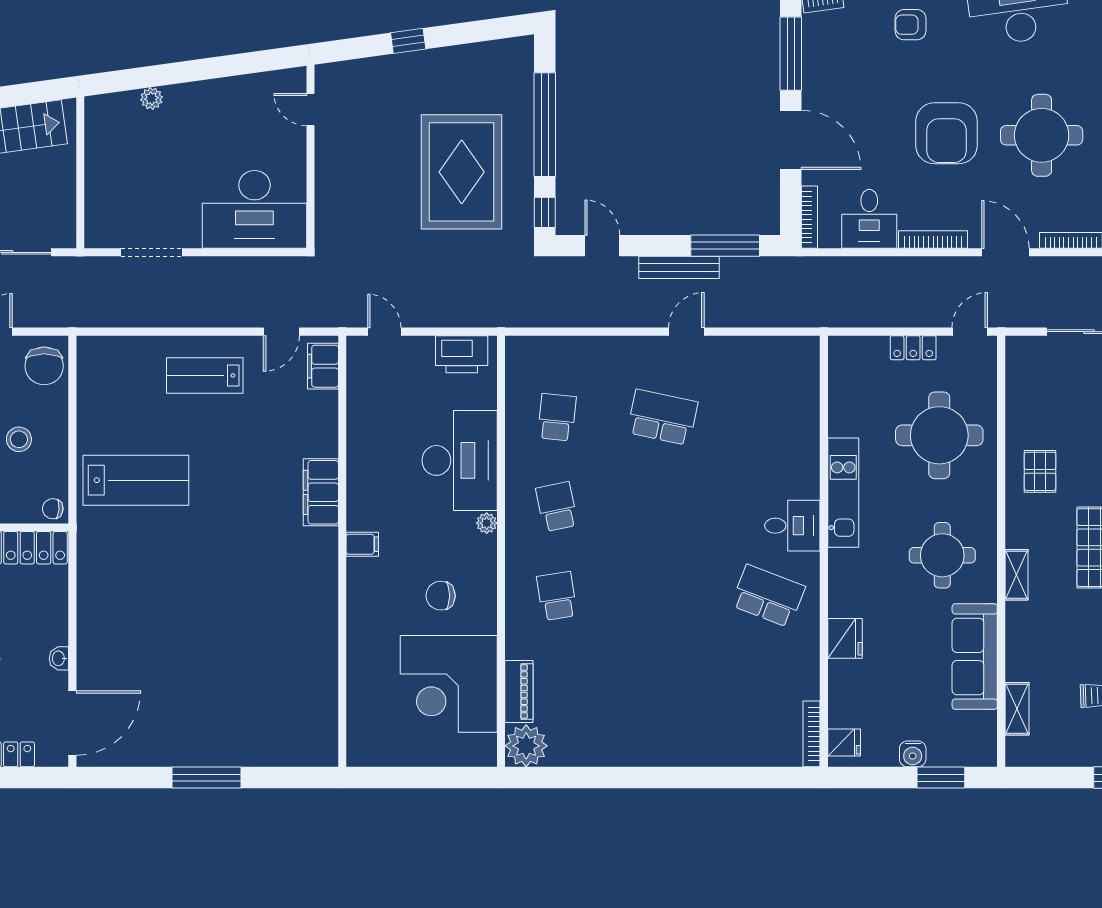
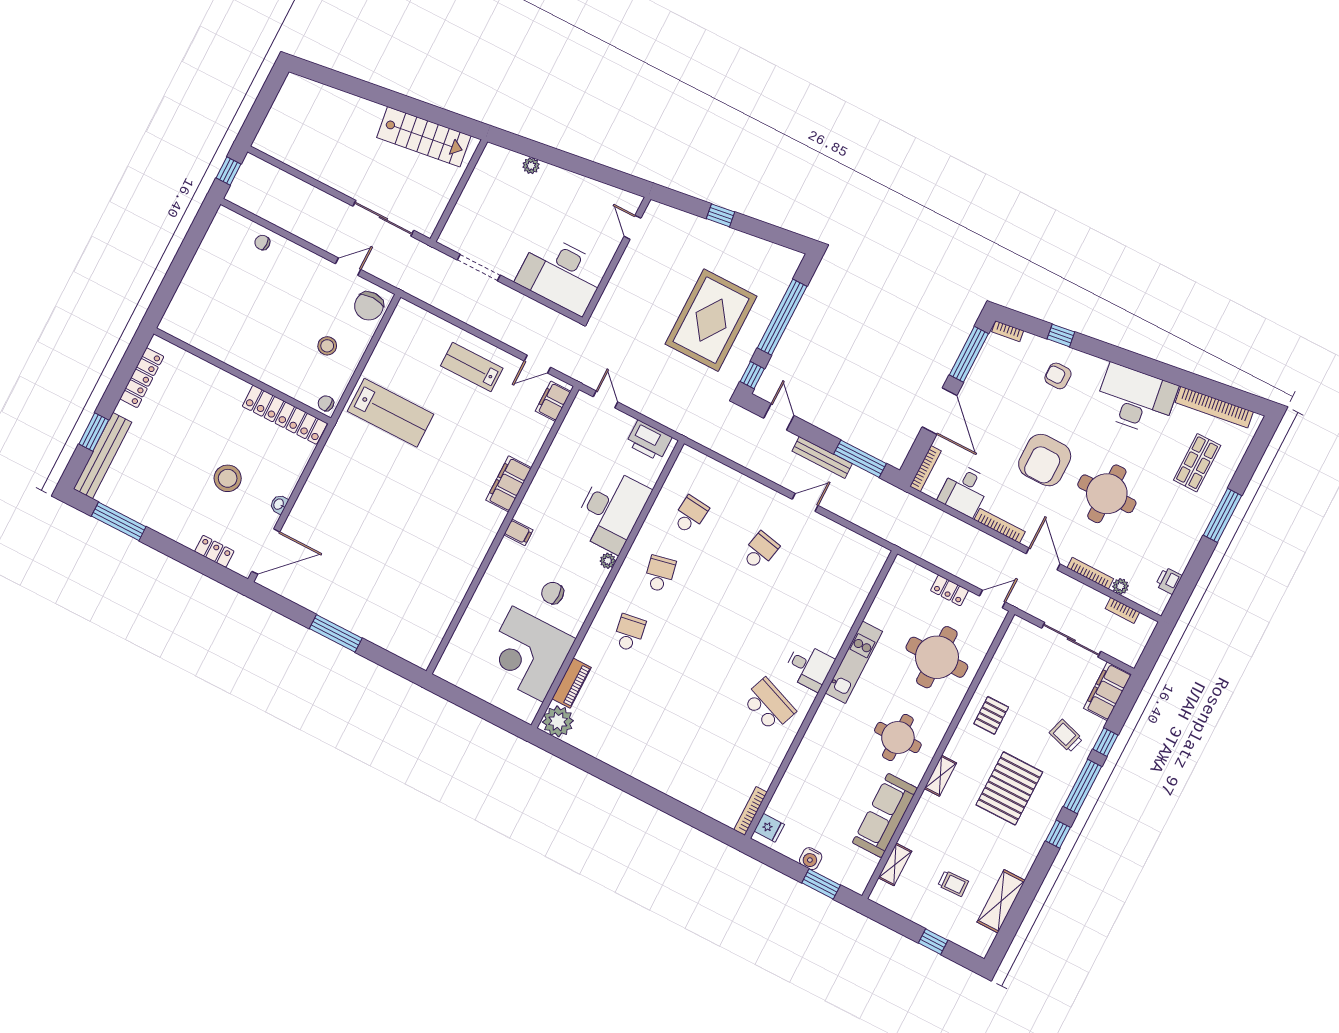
school desk: (662, 417) -> (760, 551), width x0.54
fridge: (845, 638) -> (805, 759), removed

